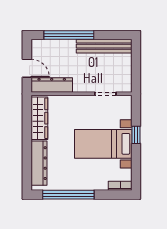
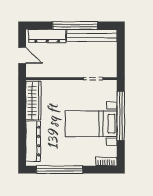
window: (69, 35) -> (75, 26), moved
dresser: (52, 85) -> (47, 36), moved, turned 180
window: (136, 135) -> (121, 116), width x3.17

